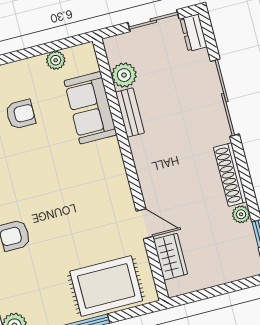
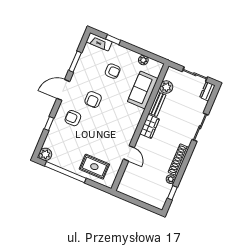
sliding door: (225, 98) -> (200, 127), width x0.73
armchair: (24, 182) -> (93, 100), added
wardrobe: (170, 257) -> (150, 126), moved
rug: (106, 286) -> (94, 167), width x0.73, depth x0.70

